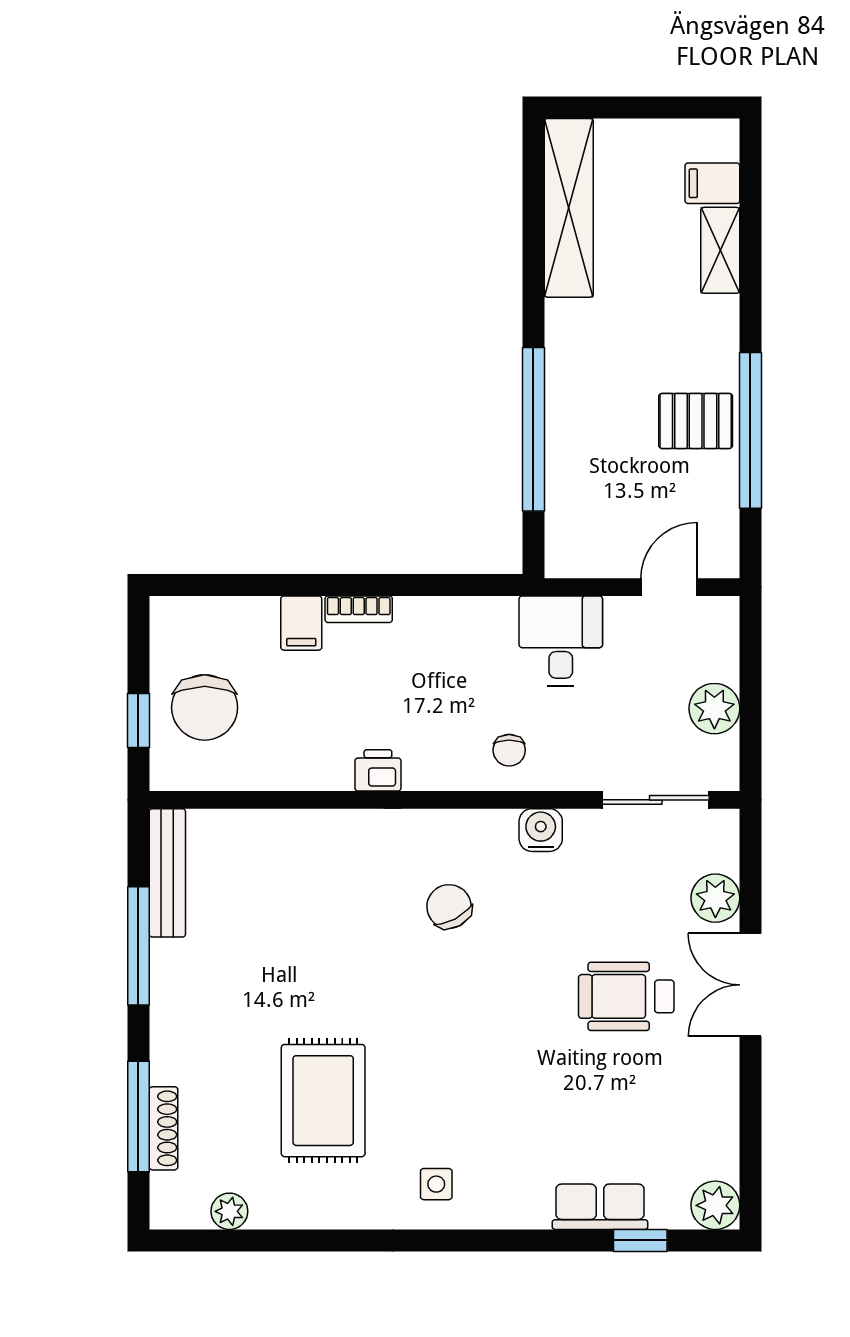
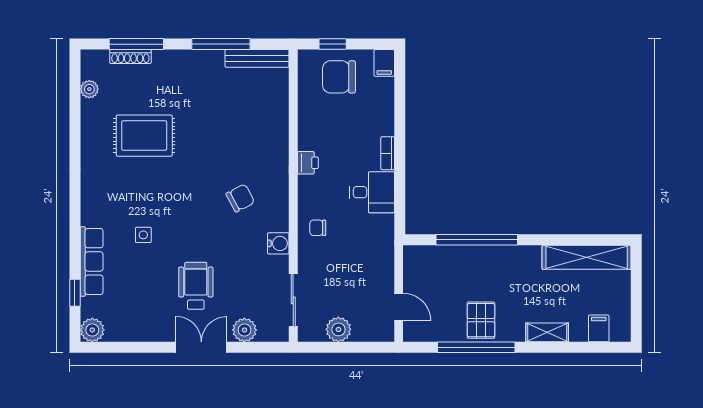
shelving: (720, 250) -> (547, 332), moved
filing cabinet: (301, 623) -> (384, 63), moved, turned -90
desk: (561, 641) -> (372, 192), moved
side table: (436, 1184) -> (143, 235), moved
row of seats: (600, 1207) -> (92, 261), width x1.48

